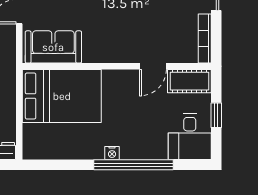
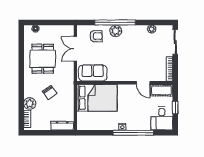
door: (153, 66) -> (143, 83), hinge flipped

